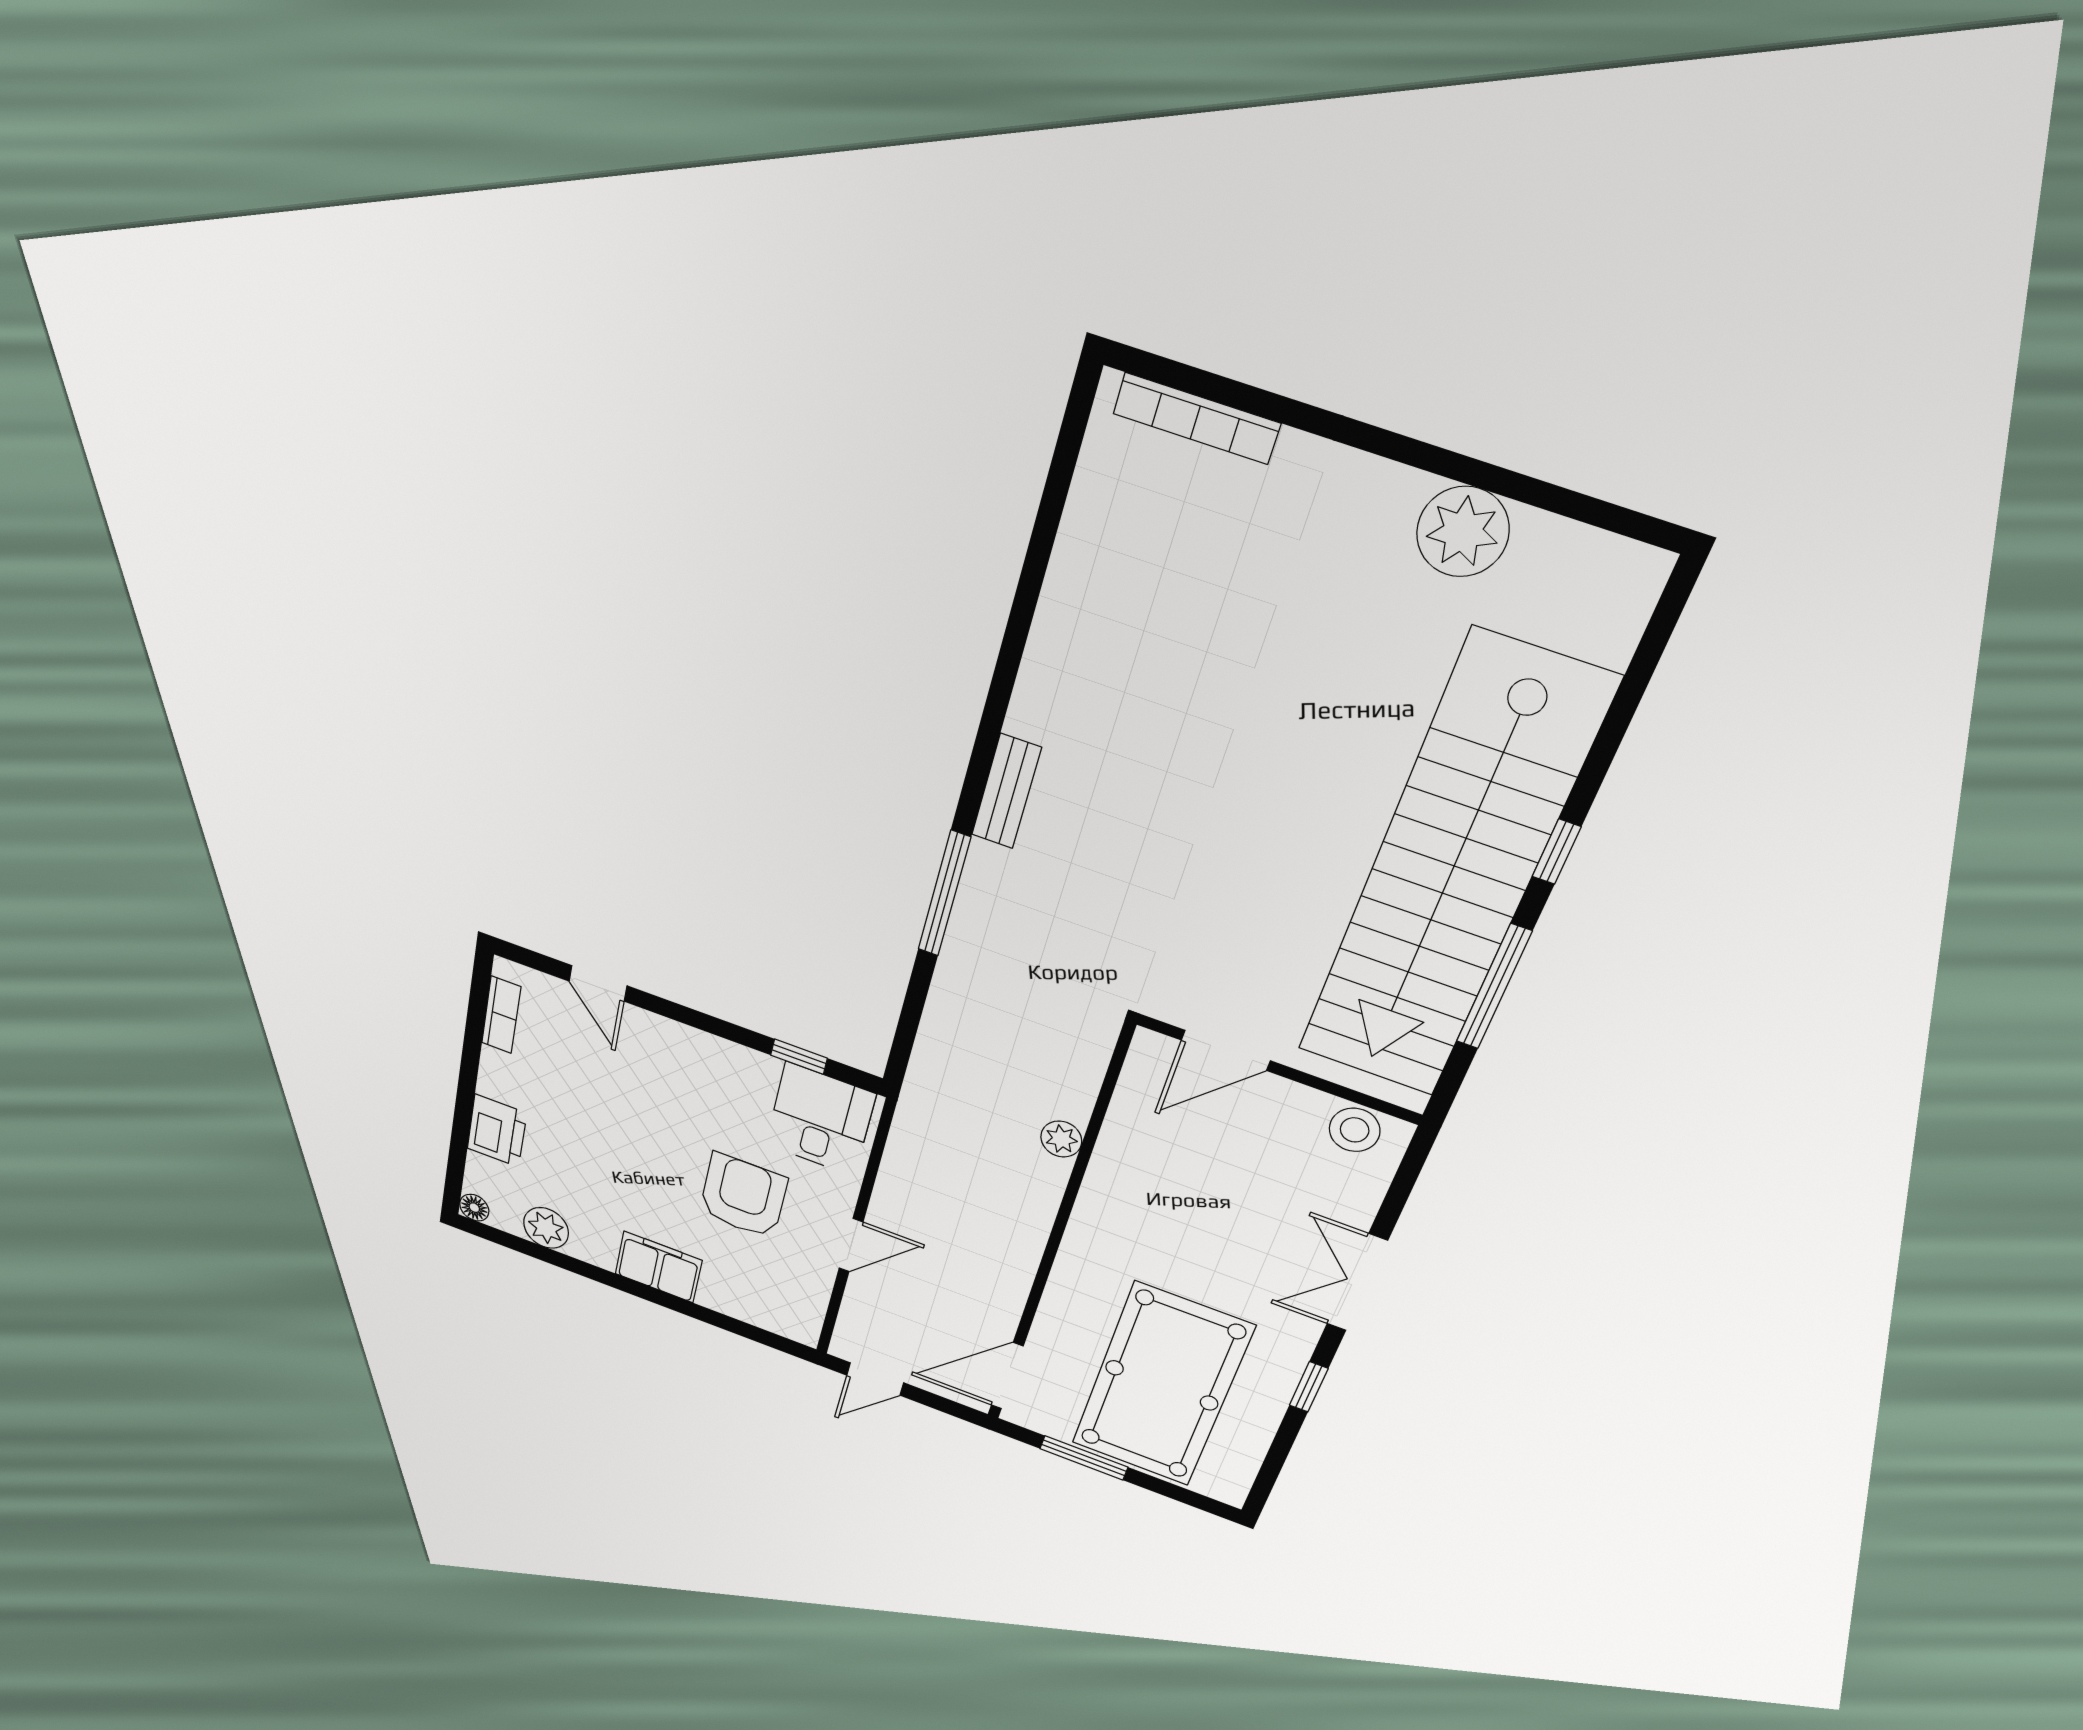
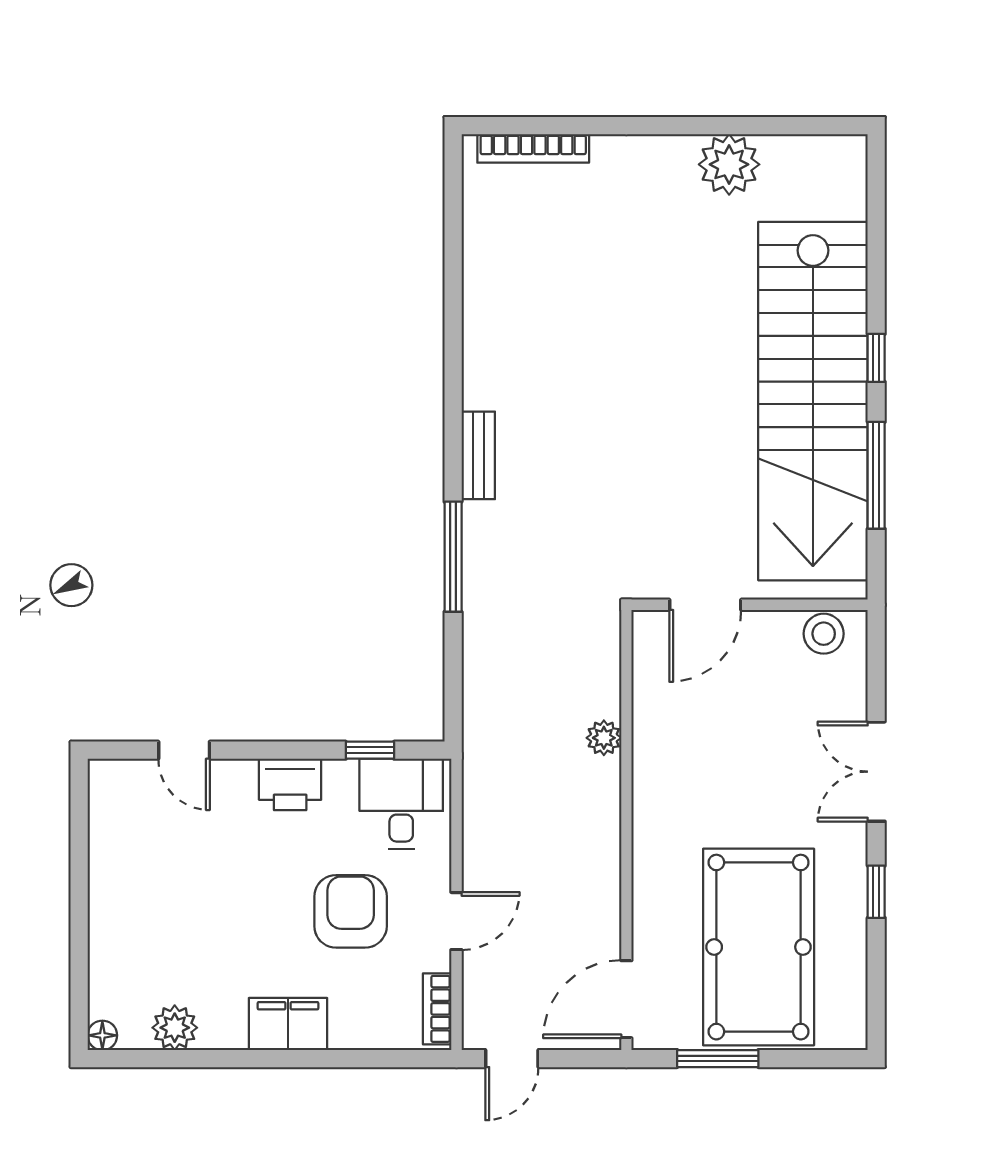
bookcase: (501, 1015) -> (437, 1009), moved, turned 180
printer: (497, 1131) -> (290, 784), moved, turned 90

